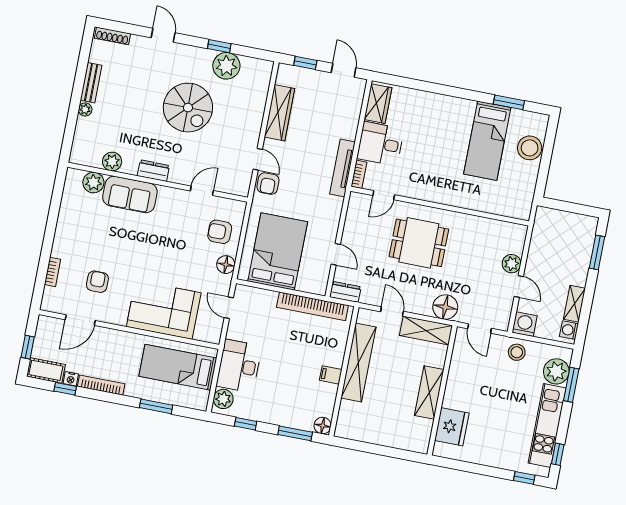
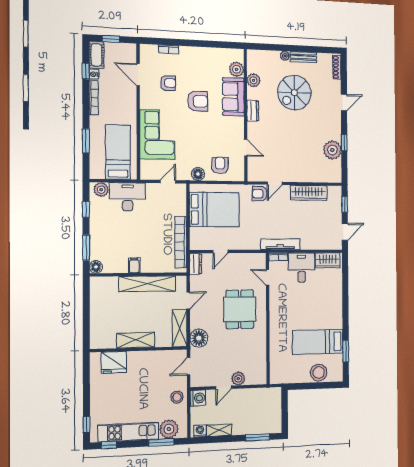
spiral stairs: (188, 108) -> (294, 93), moved
armchair: (128, 246) -> (198, 101), added

